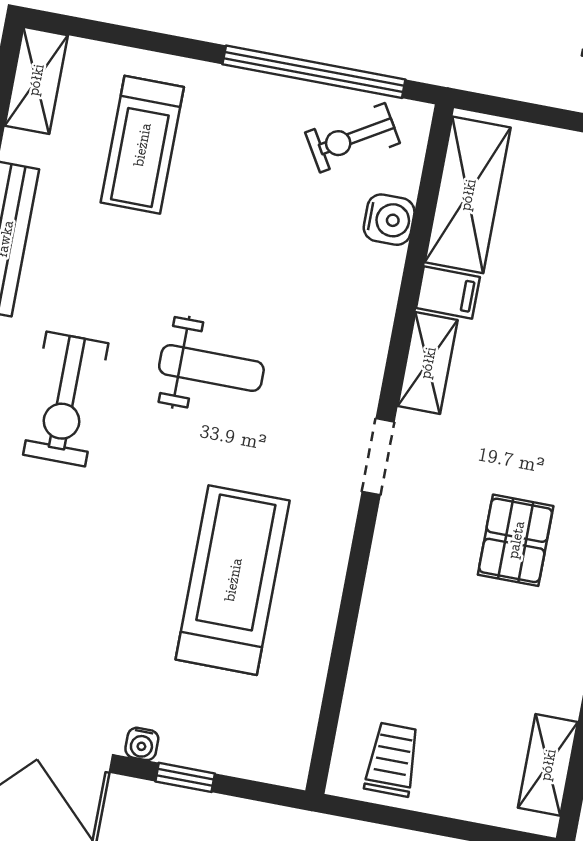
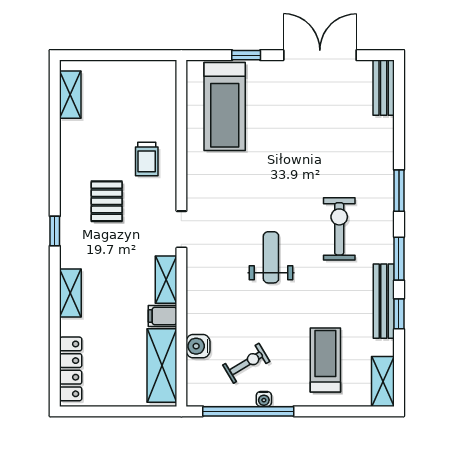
exercise bike: (353, 138) -> (246, 363), moved
weight bench: (211, 368) -> (271, 257), turned 90
treadmill: (233, 580) -> (225, 106), moved
water cooler: (142, 744) -> (264, 399), moved, turned 180
trolley: (392, 759) -> (147, 159), moved

